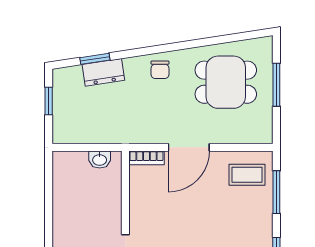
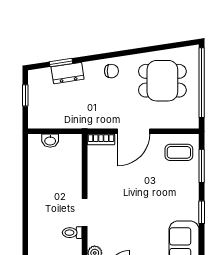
chair: (160, 70) -> (111, 71), turned -90
window: (276, 85) -> (202, 83), width x2.11
washbasin: (100, 160) -> (50, 141), moved

